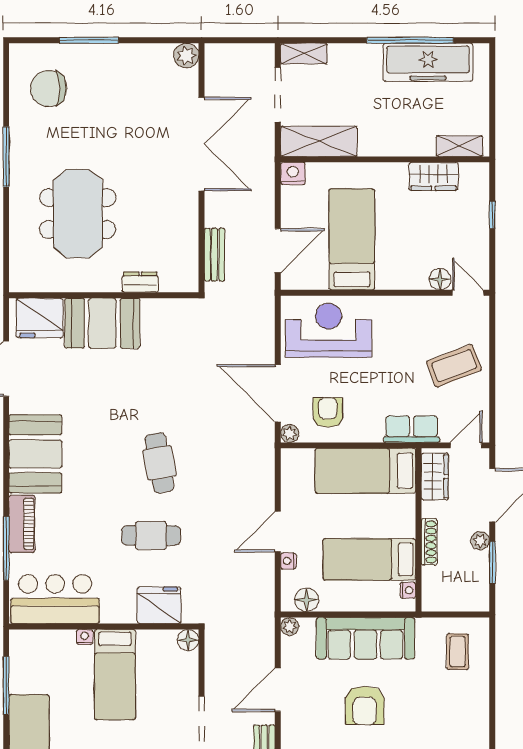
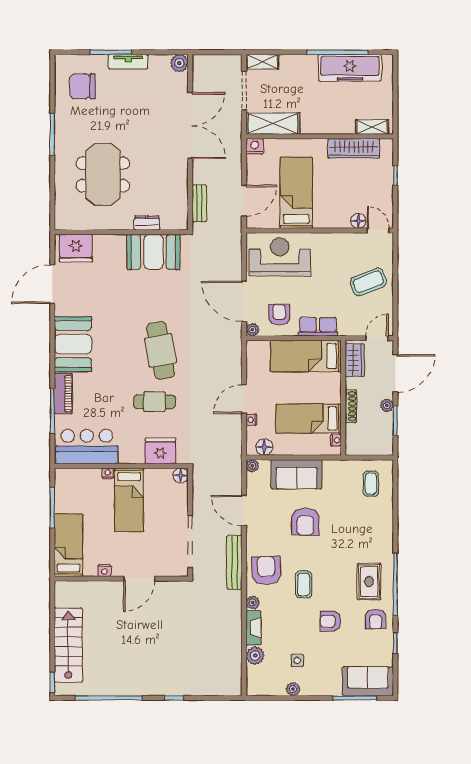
tv unit: (114, 54) -> (128, 62), added
wardrobe: (433, 176) -> (354, 148), width x1.50
booth: (102, 323) -> (153, 252), moved
row of seats: (412, 429) -> (318, 327), moved
cafe table: (160, 463) -> (161, 350), width x1.37, depth x1.35
sofa: (365, 638) -> (297, 474), width x0.73
door: (278, 690) -> (244, 510), hinge flipped

